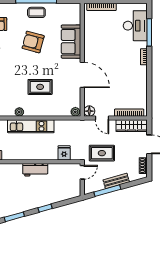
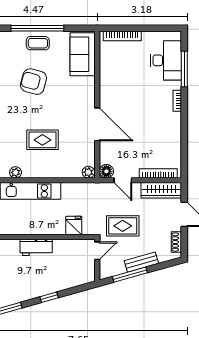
sofa: (71, 42) -> (83, 54), moved

